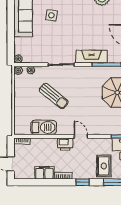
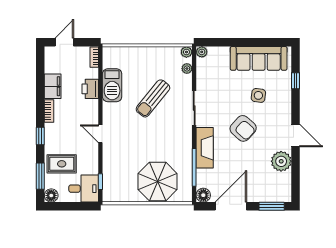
armchair: (77, 27) -> (243, 128), added
door: (81, 136) -> (100, 134), swing flipped
printer: (65, 144) -> (90, 89), moved

